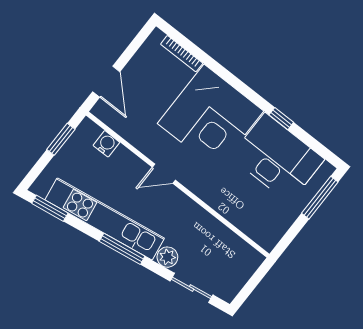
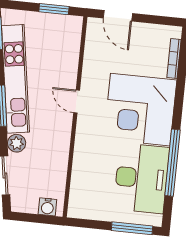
door: (106, 82) -> (118, 16), hinge flipped
window: (281, 119) -> (172, 163), width x3.17
water cooler: (106, 144) -> (47, 207), moved, turned 90

